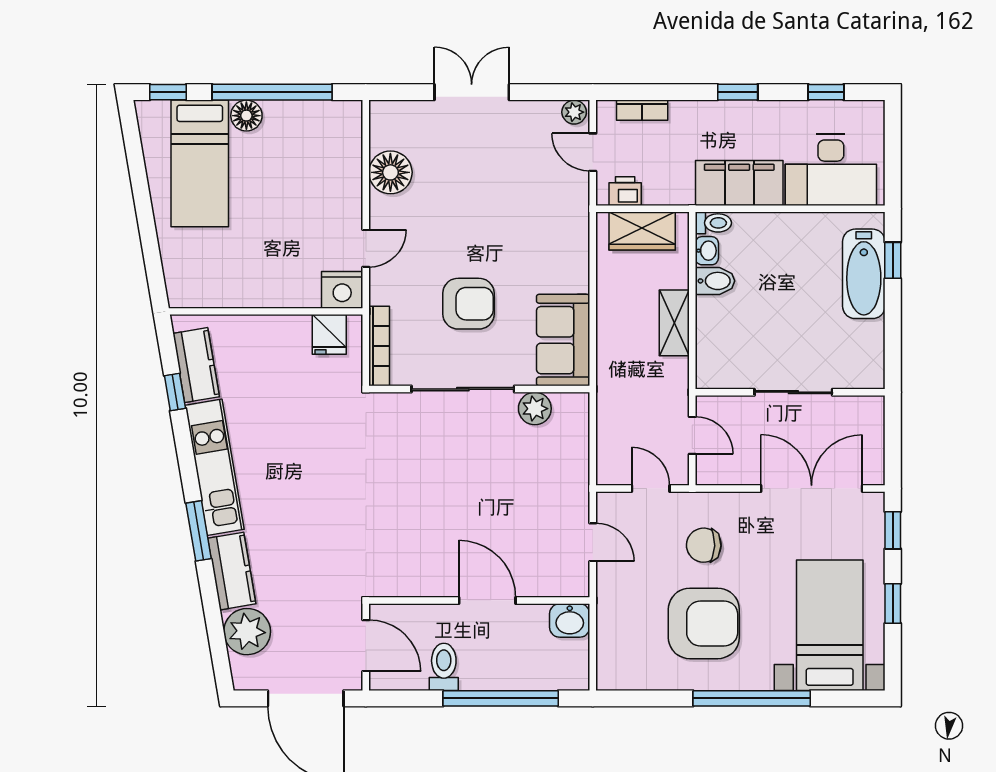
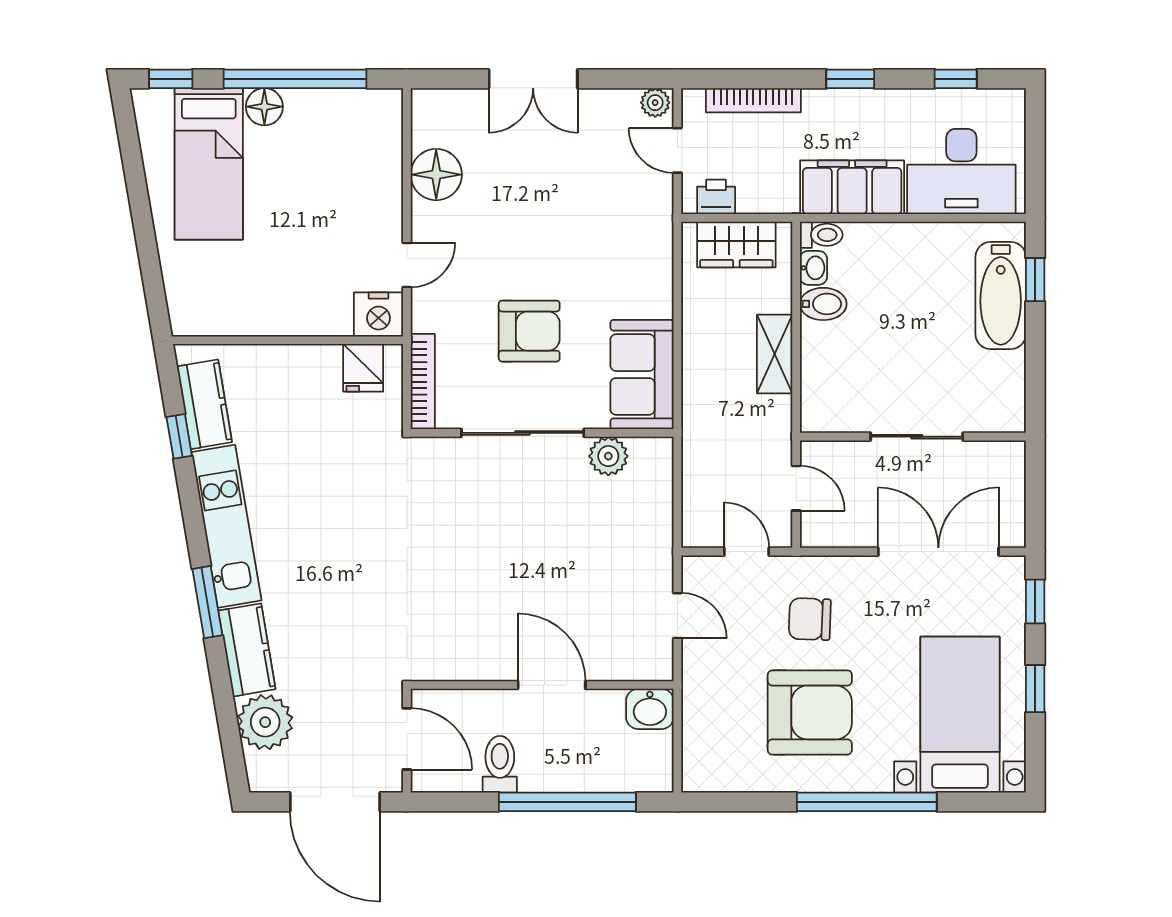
double door: (472, 92) -> (533, 79), swing flipped
bookcase: (642, 110) -> (753, 100), width x1.56

